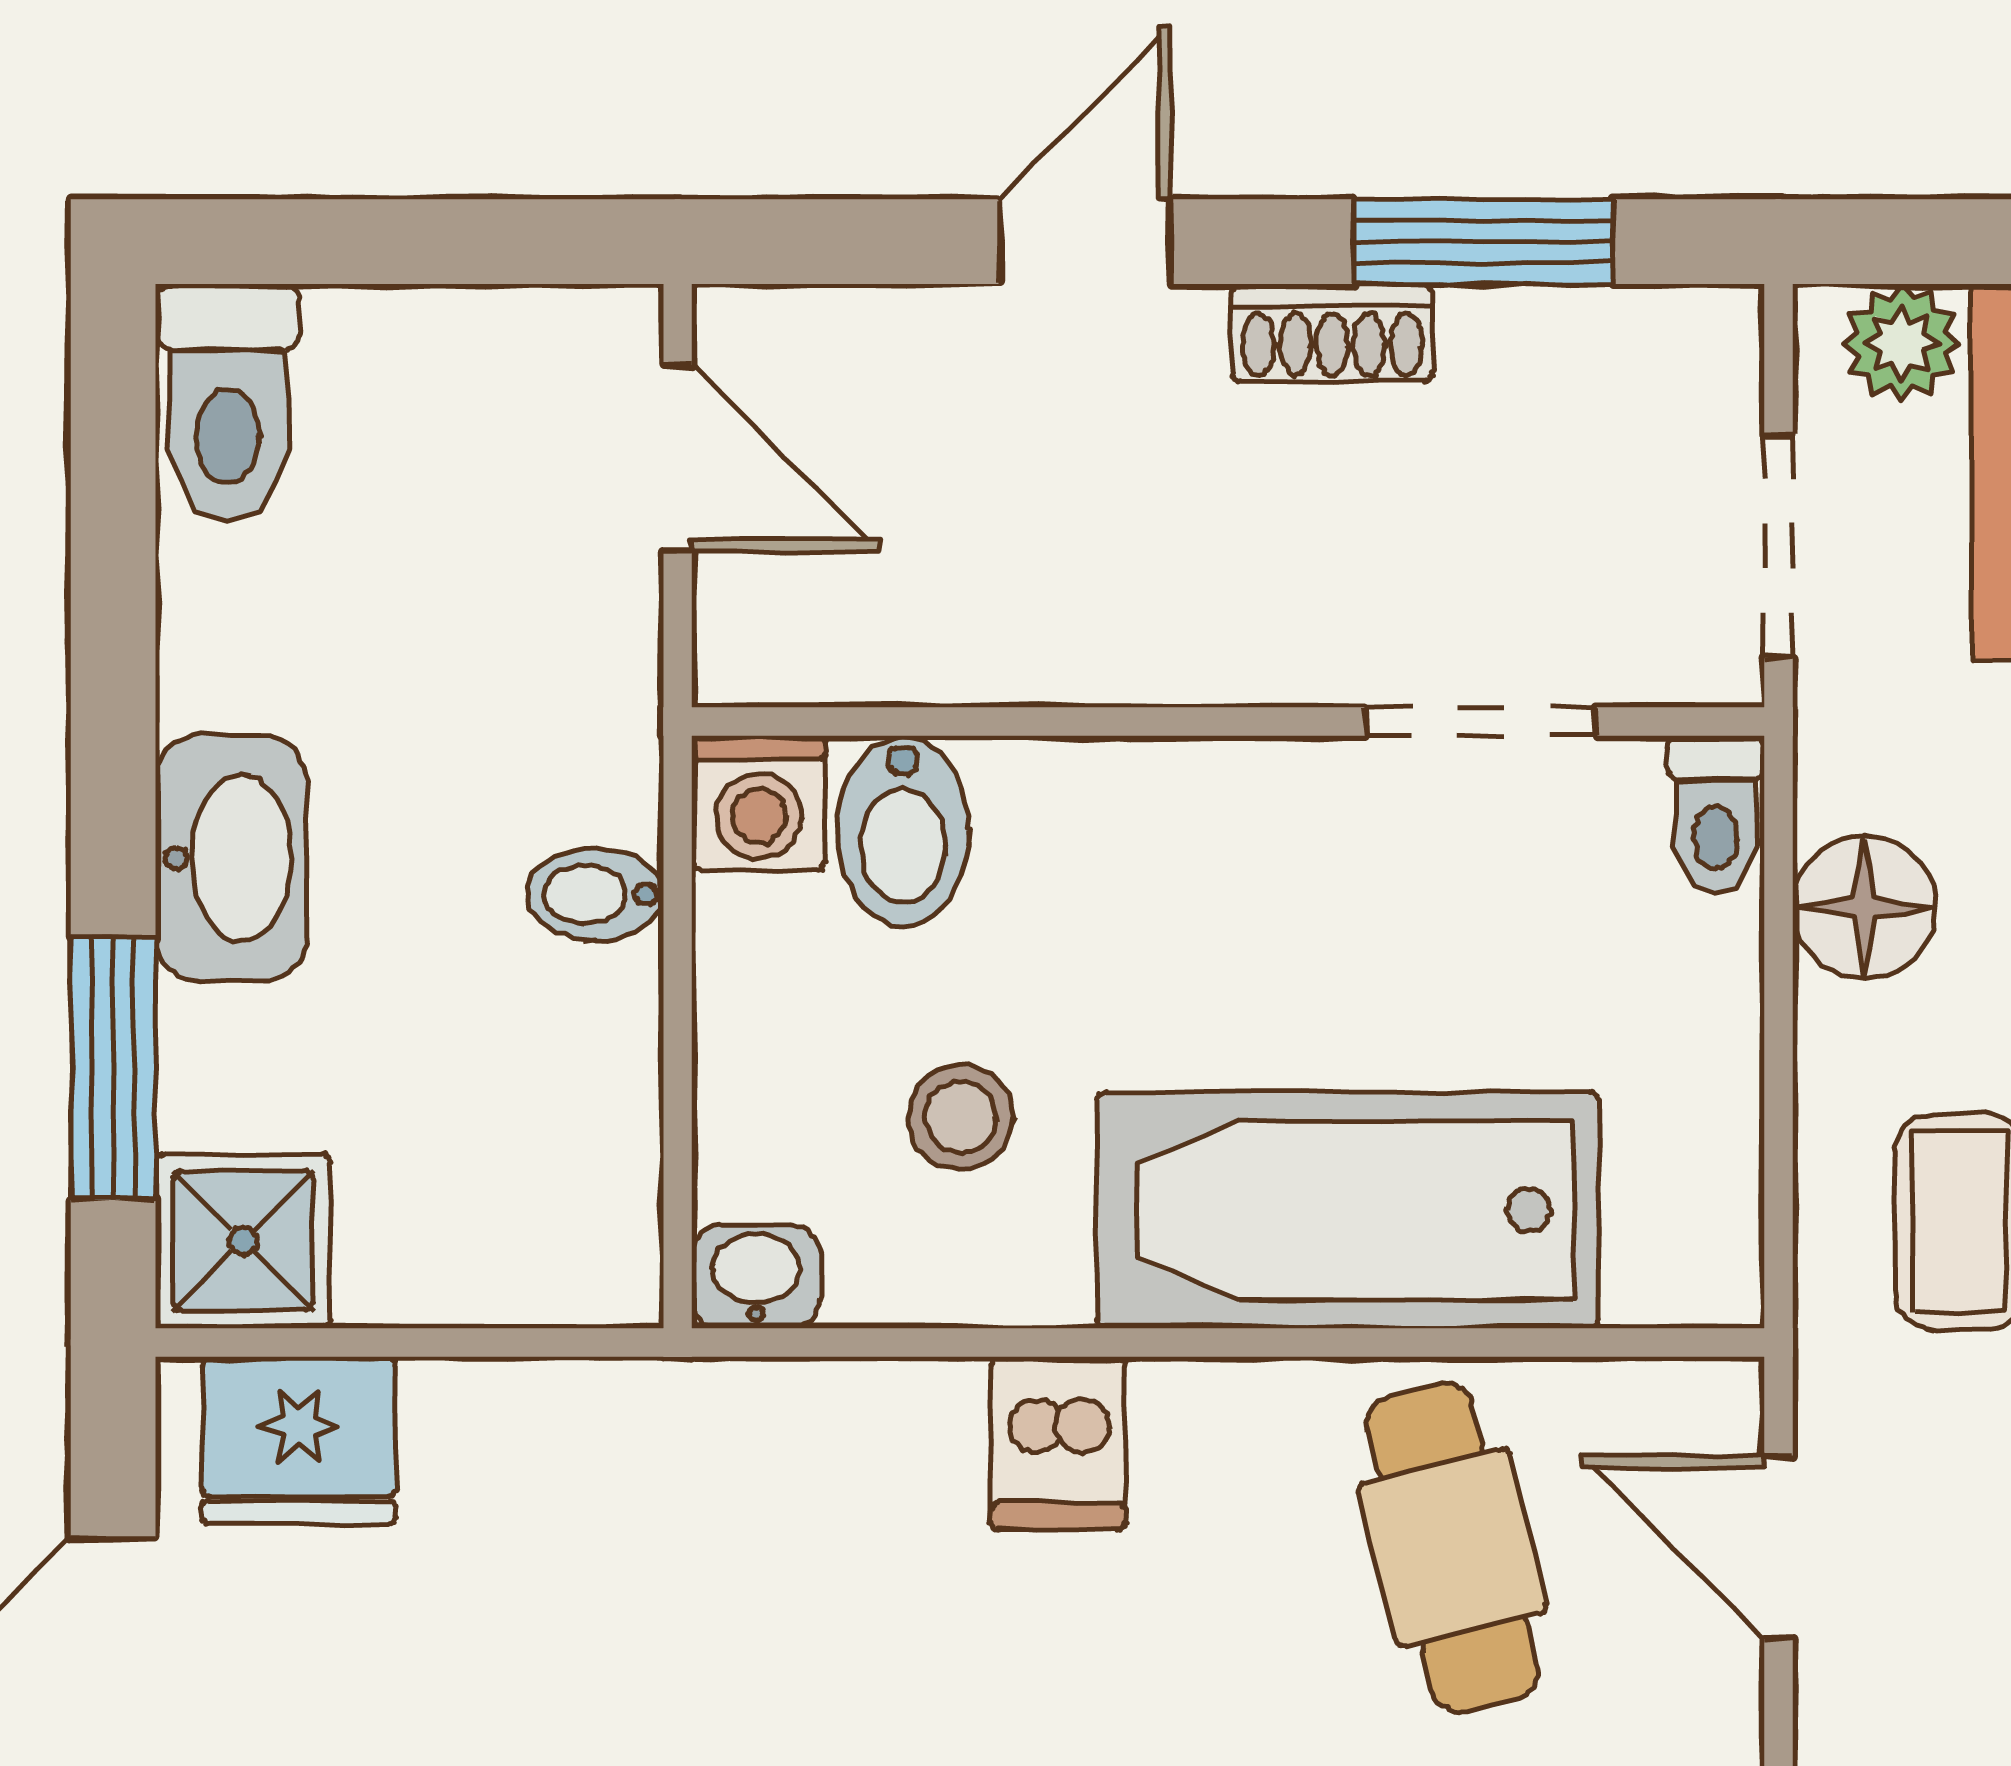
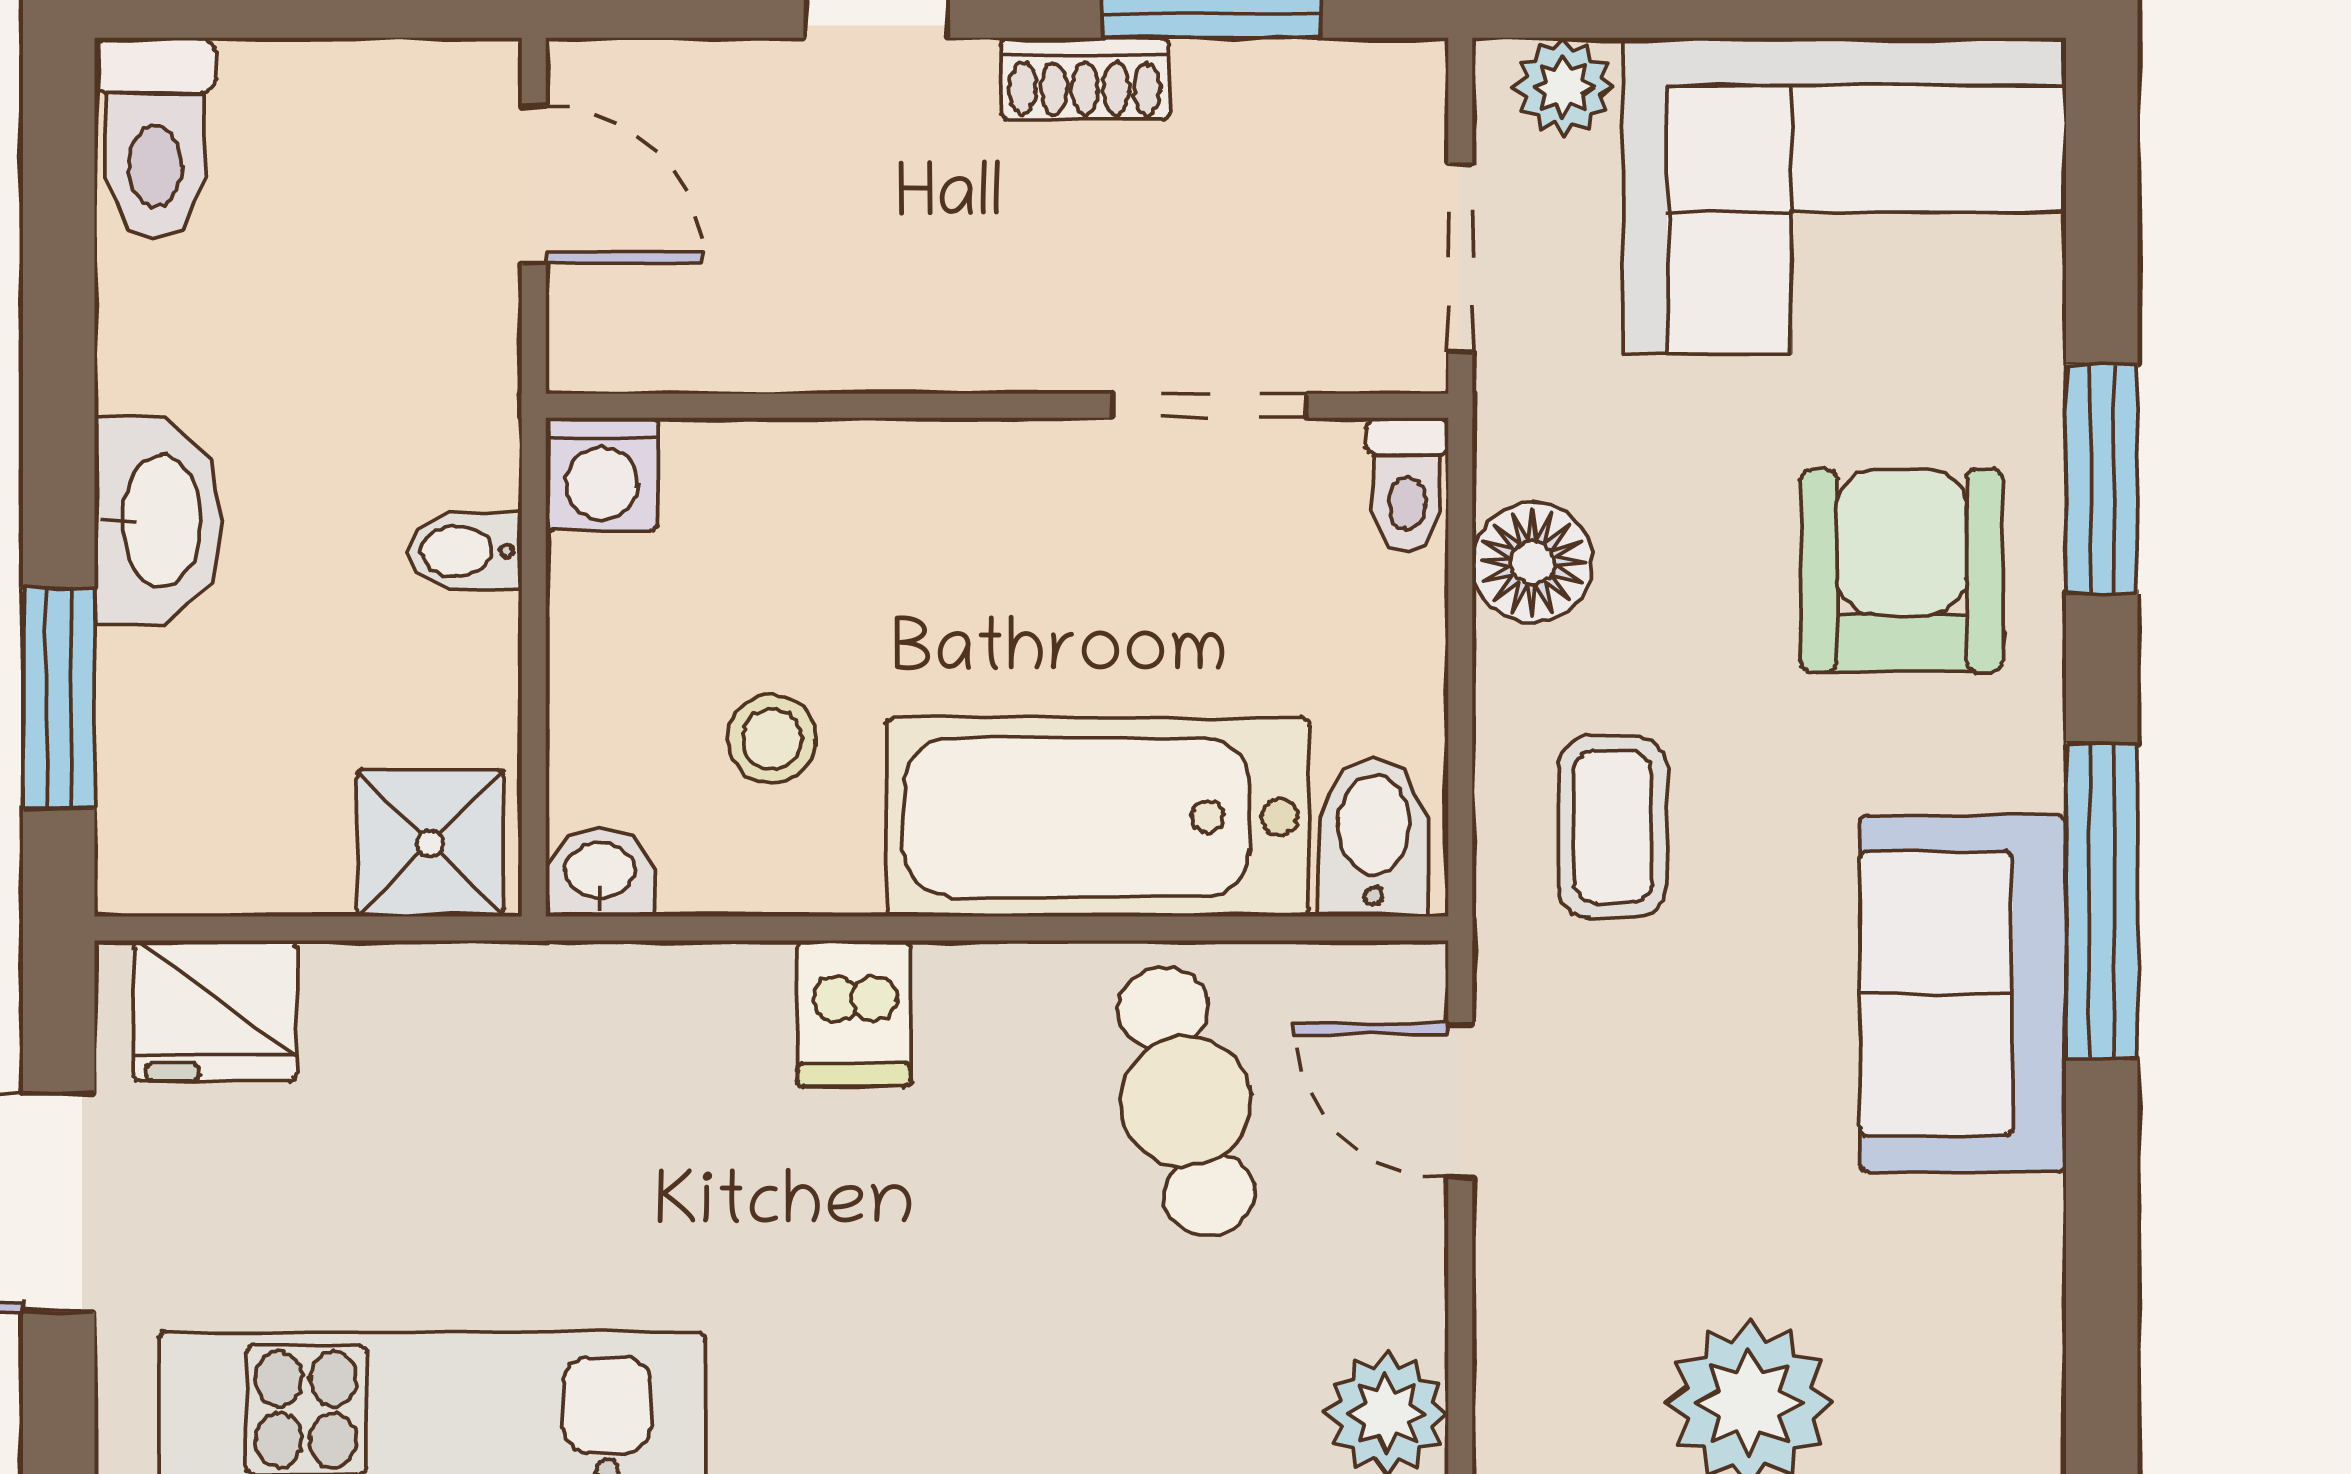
bidet: (903, 831) -> (1374, 836), moved, turned 180
shower: (243, 1241) -> (430, 843), moved

